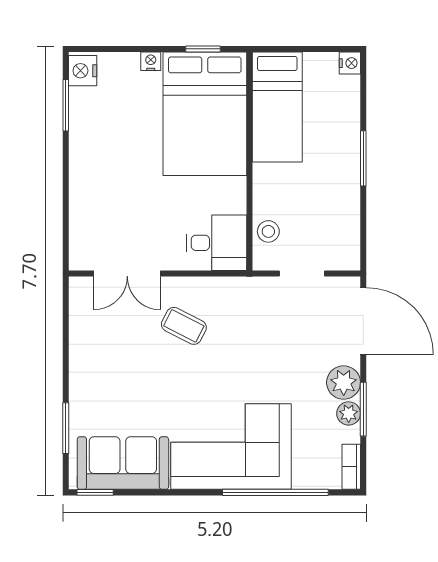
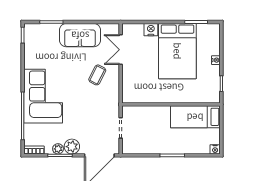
nightstand: (83, 71) -> (151, 30), moved
bed: (205, 114) -> (177, 51), moved, turned -90
stool: (268, 231) -> (140, 113), removed
desk: (217, 243) -> (134, 90), removed
sofa: (123, 463) -> (80, 35), moved, turned 90

